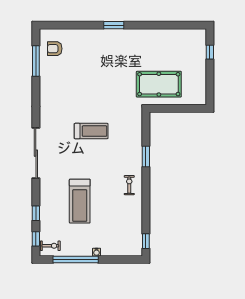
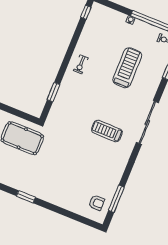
window: (114, 25) -> (26, 197), moved
treadmill: (91, 131) -> (107, 131), moved
window: (146, 157) -> (53, 92), moved

